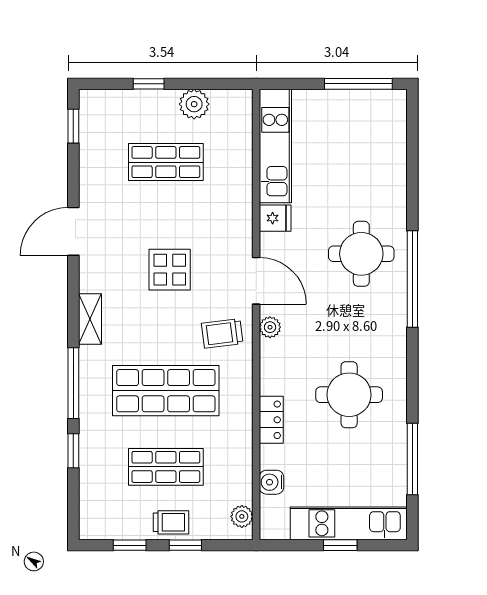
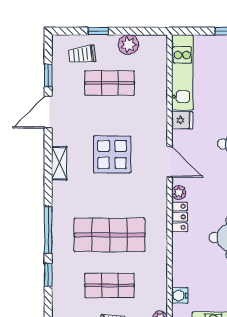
window: (73, 126) -> (48, 76), moved
door: (73, 231) -> (48, 112), moved
display table: (170, 270) -> (112, 154), width x1.36, depth x1.36
shelving: (90, 319) -> (59, 163), moved
trolley: (222, 333) -> (82, 55), moved
locker: (271, 420) -> (180, 217), moved

